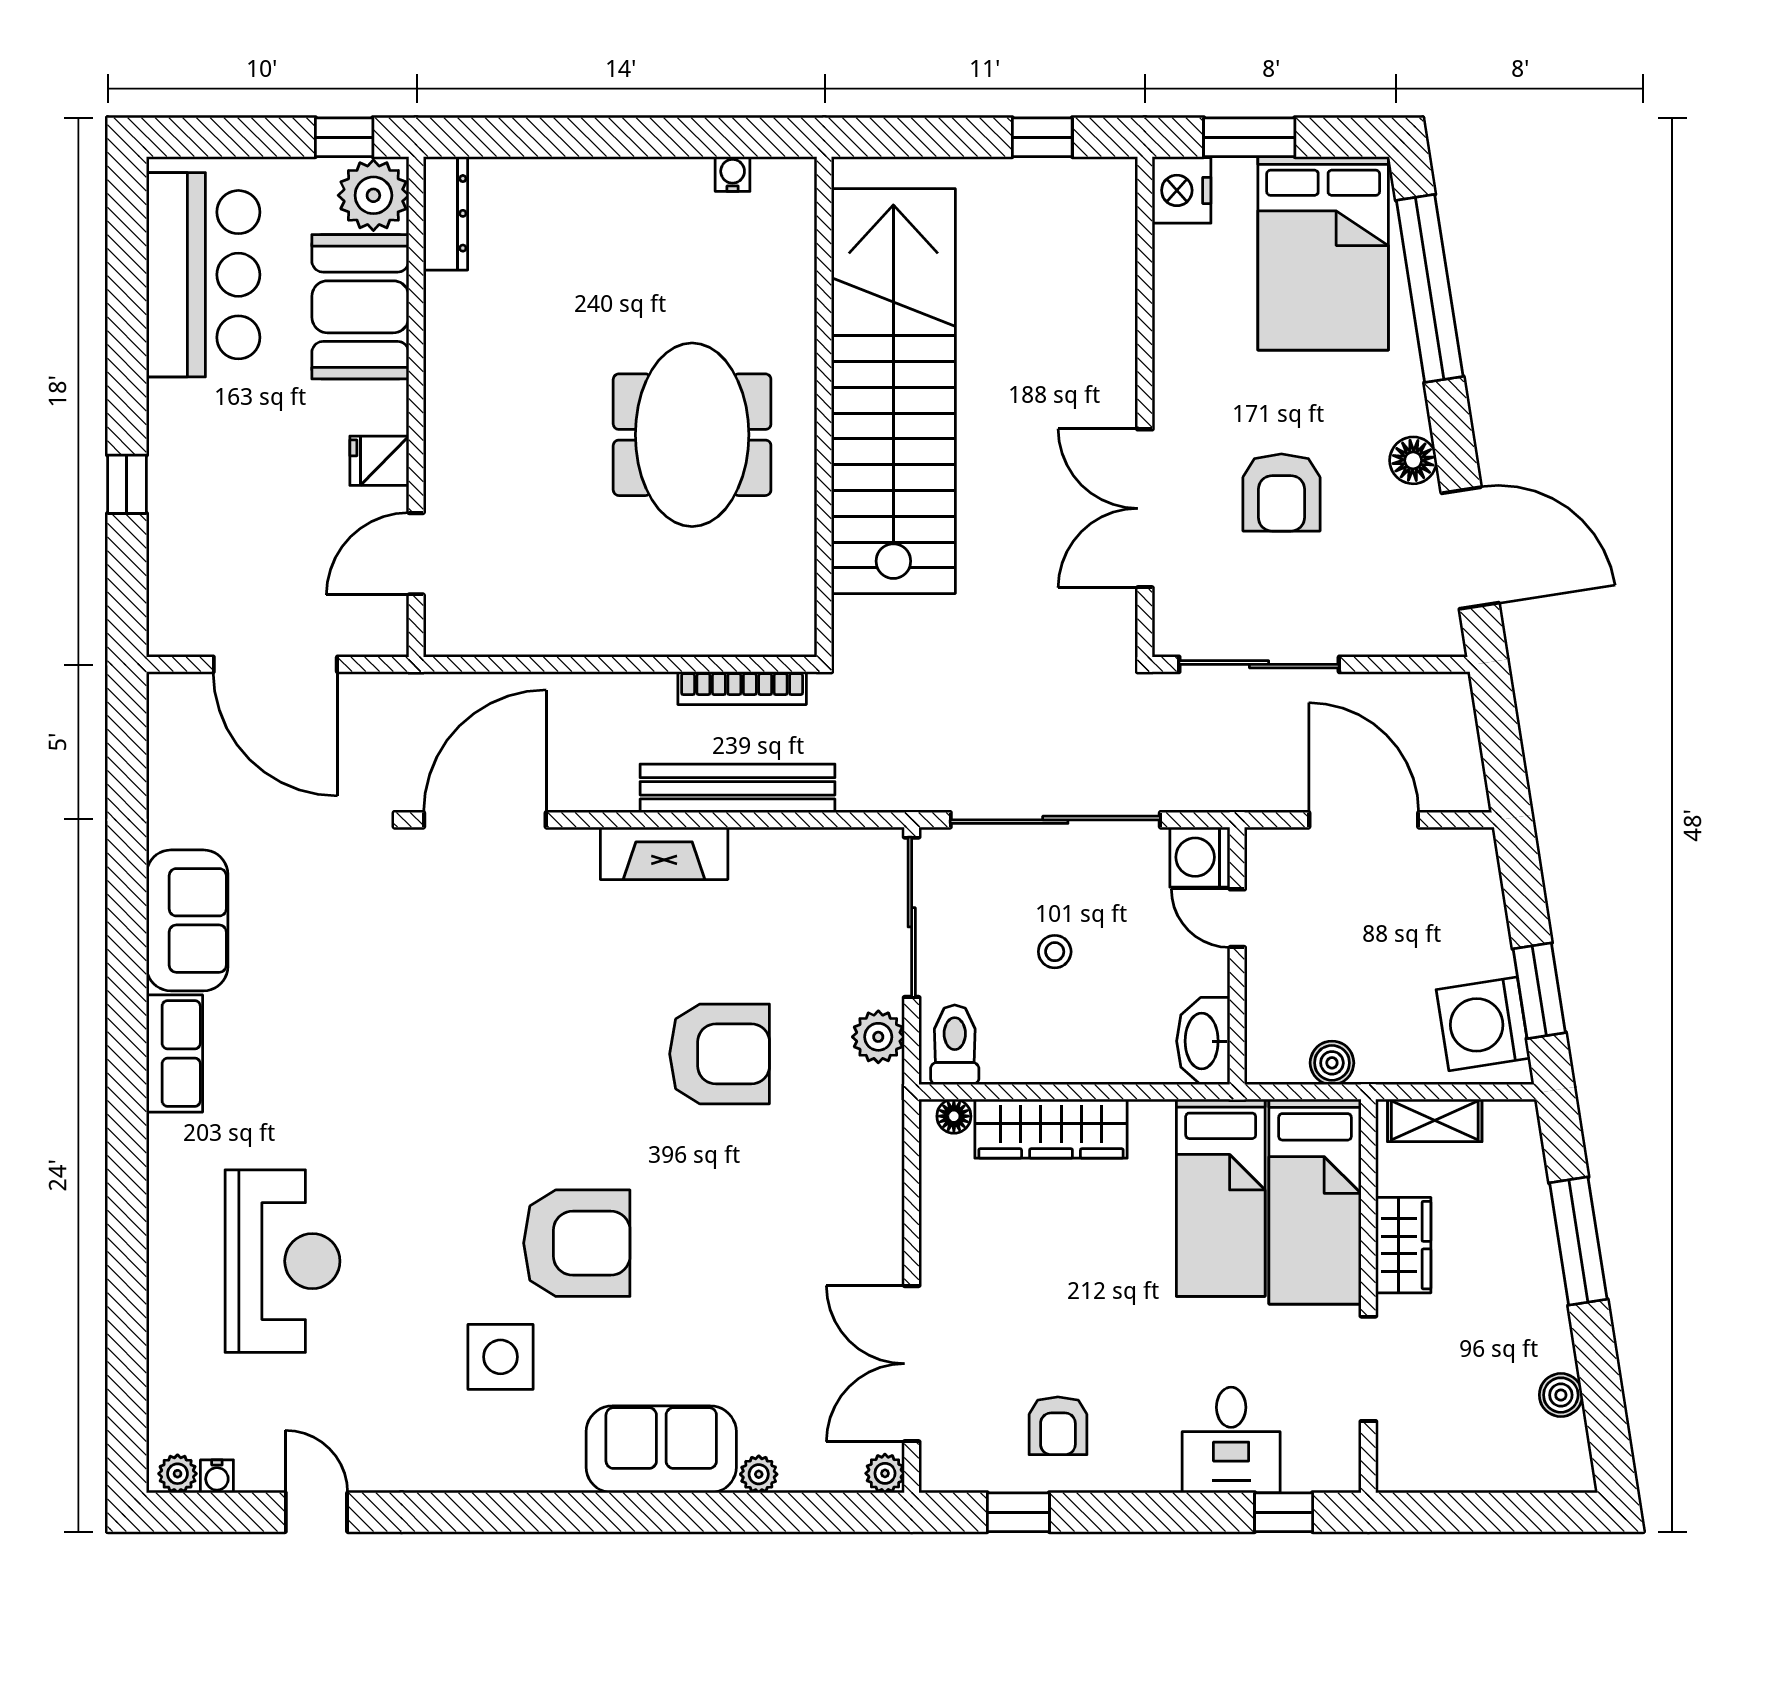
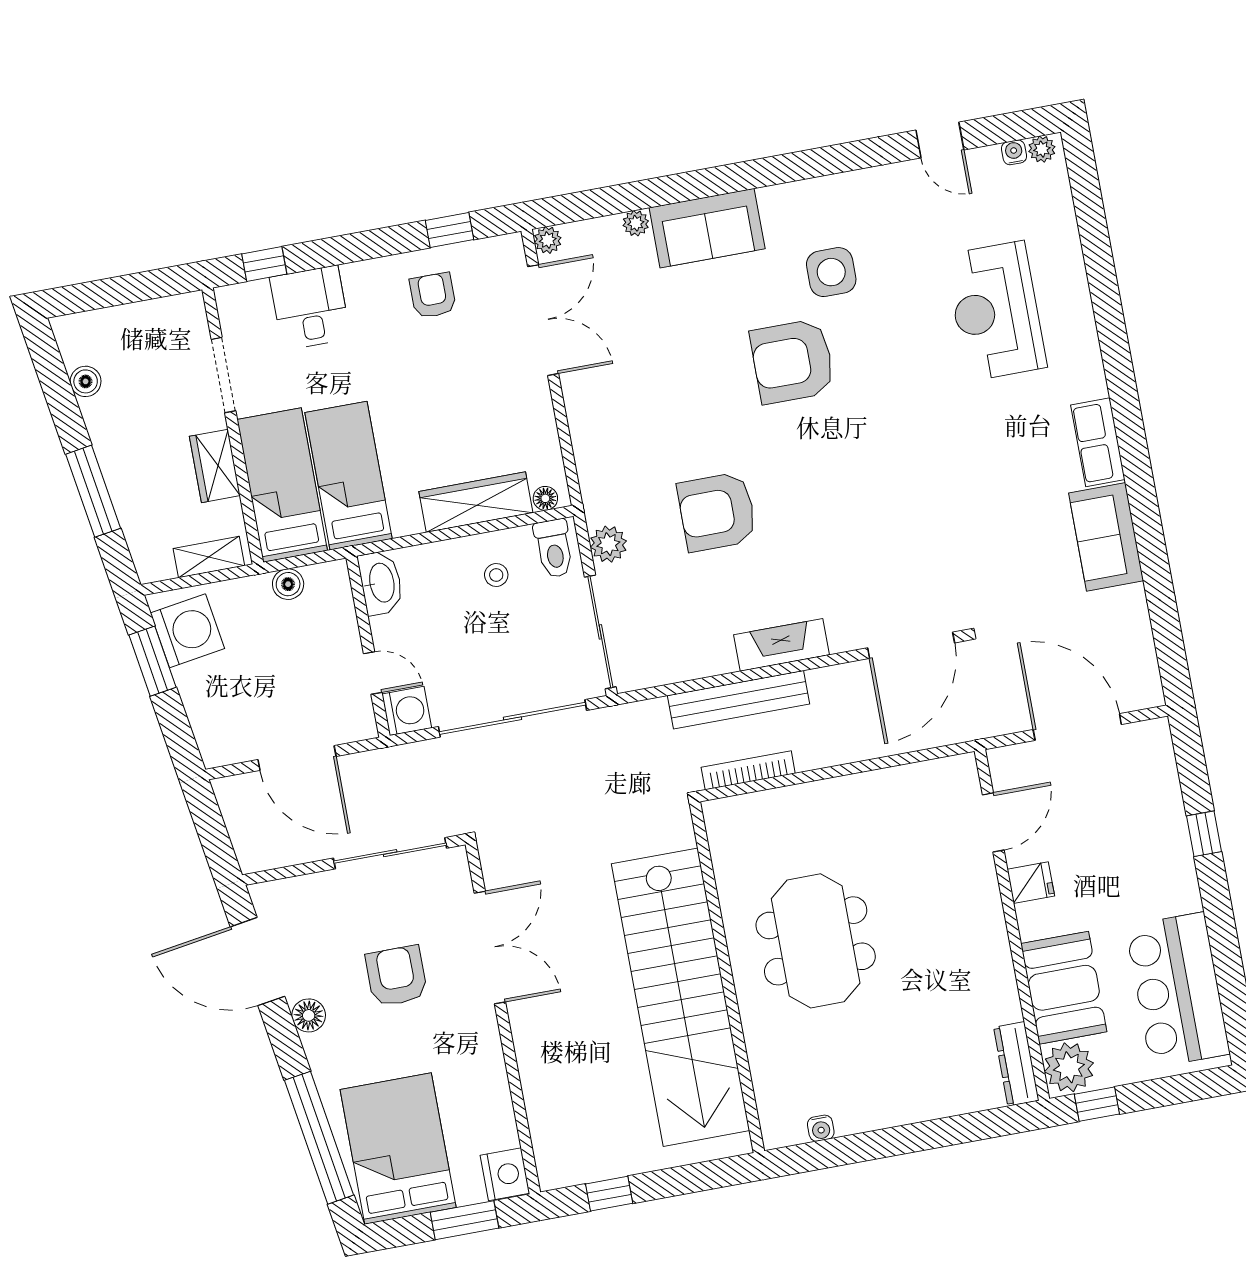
stool: (1055, 952) -> (496, 575), moved

